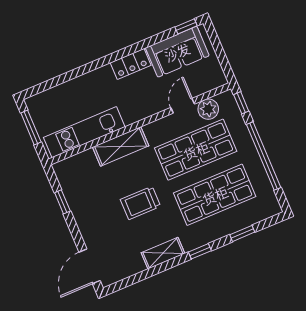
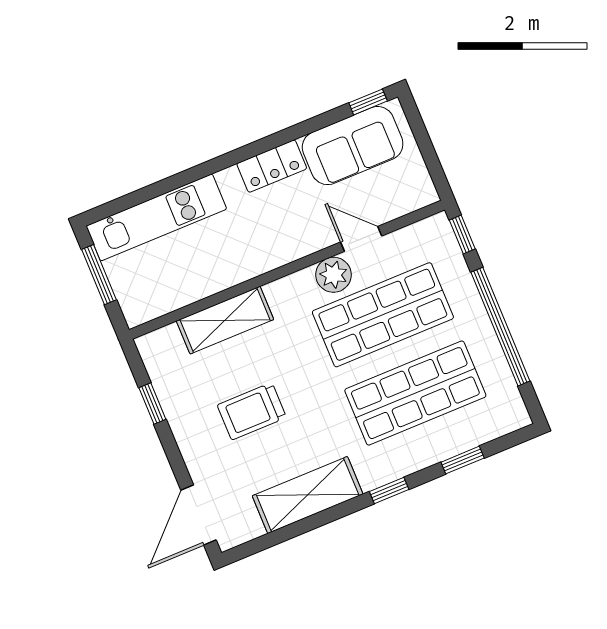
door: (183, 106) -> (361, 239), hinge flipped
plant: (208, 109) -> (333, 275), moved
kitchen unit: (84, 132) -> (156, 217), moved, turned 180
shelving: (121, 146) -> (225, 320), moved
trolley: (140, 203) -> (252, 411), moved
shelving: (163, 253) -> (308, 495), width x1.50, depth x1.33

